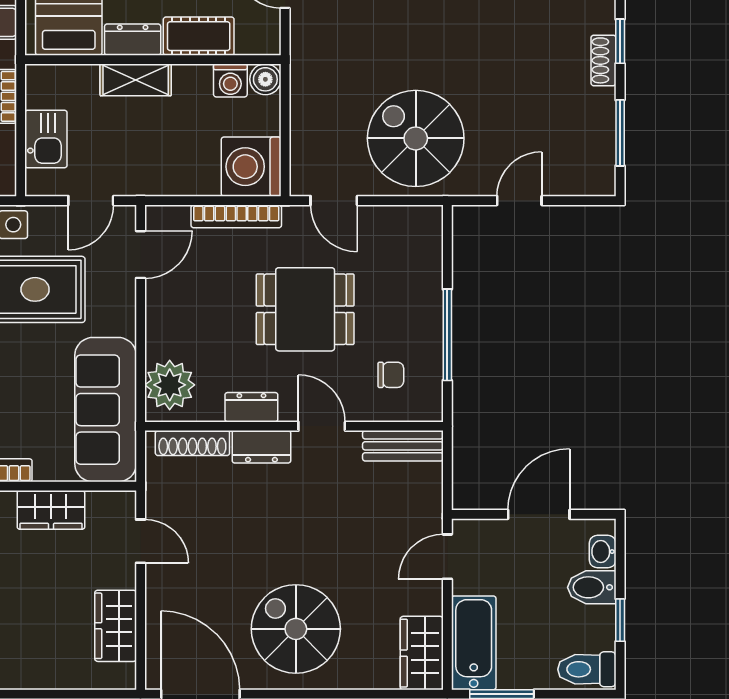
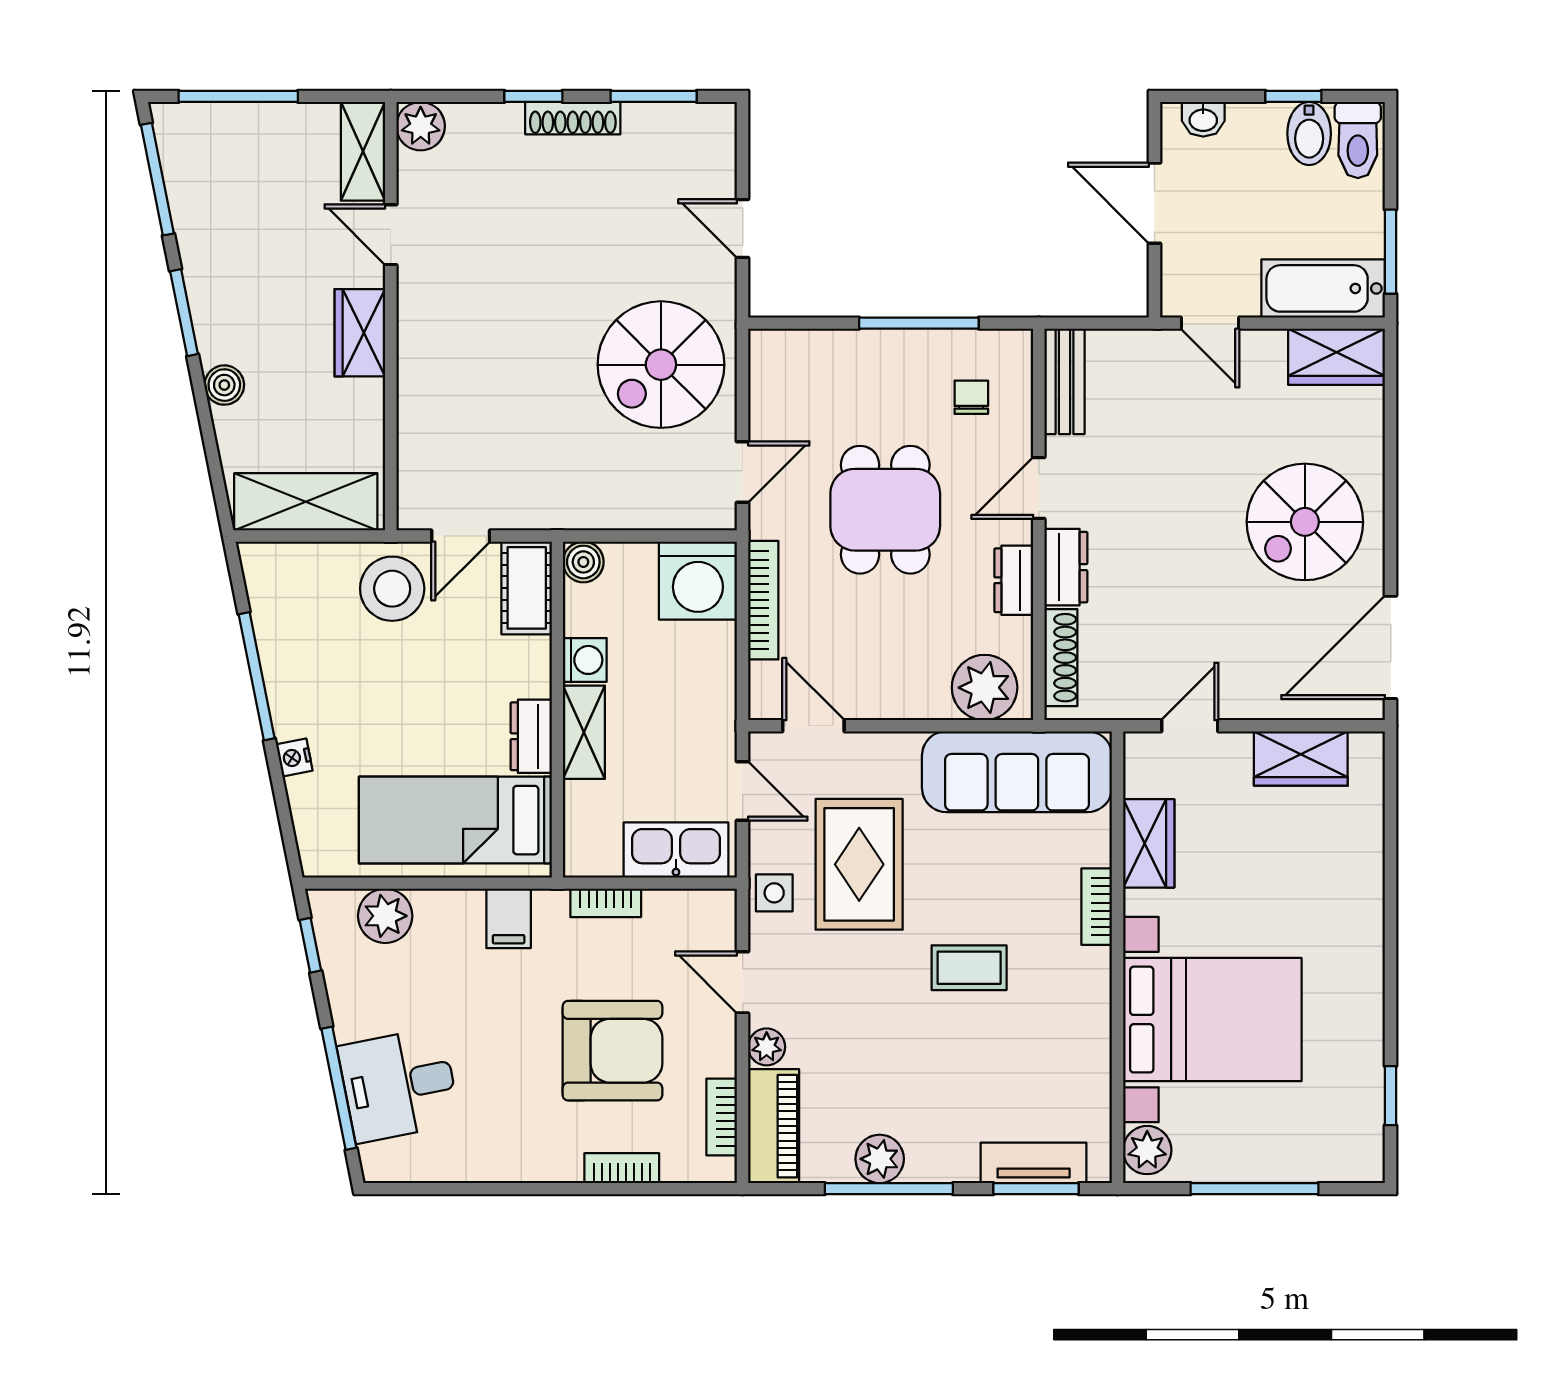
cot: (199, 36) -> (527, 588), moved
shoe rack: (603, 60) -> (573, 118), width x1.43
washing machine: (230, 80) -> (585, 660), moved
kitchen sink: (46, 139) -> (676, 850), width x1.38
bidet: (592, 587) -> (1309, 133), moved

